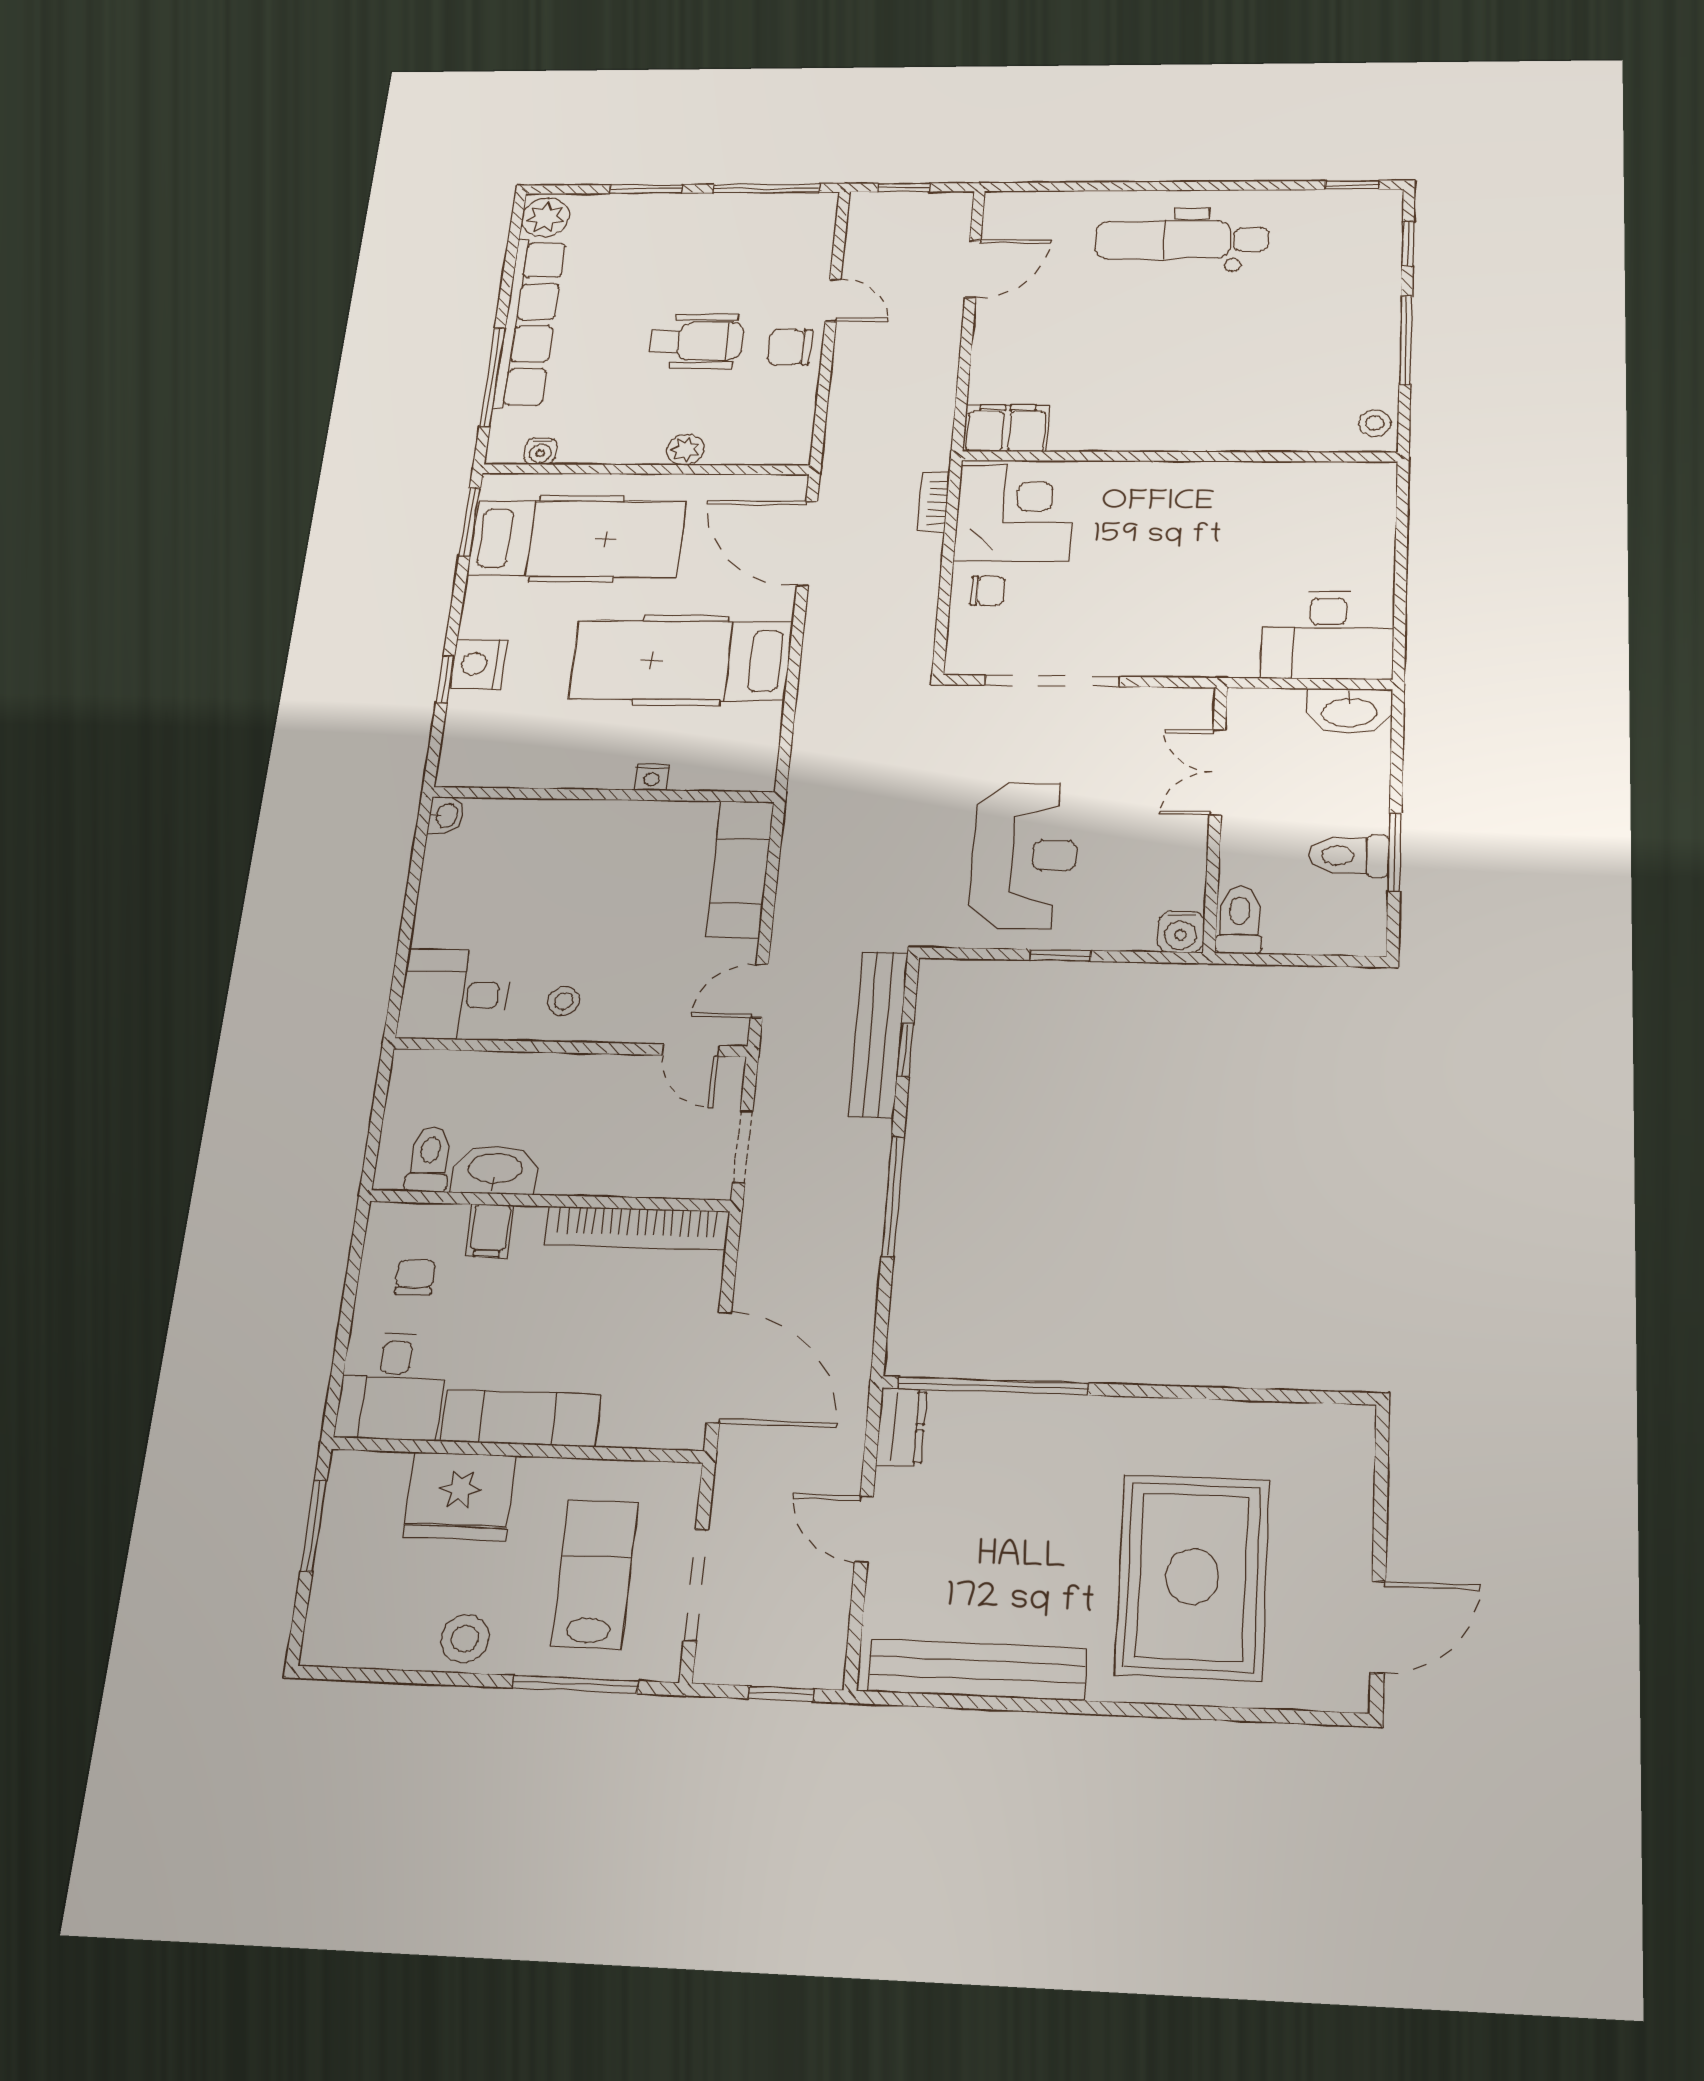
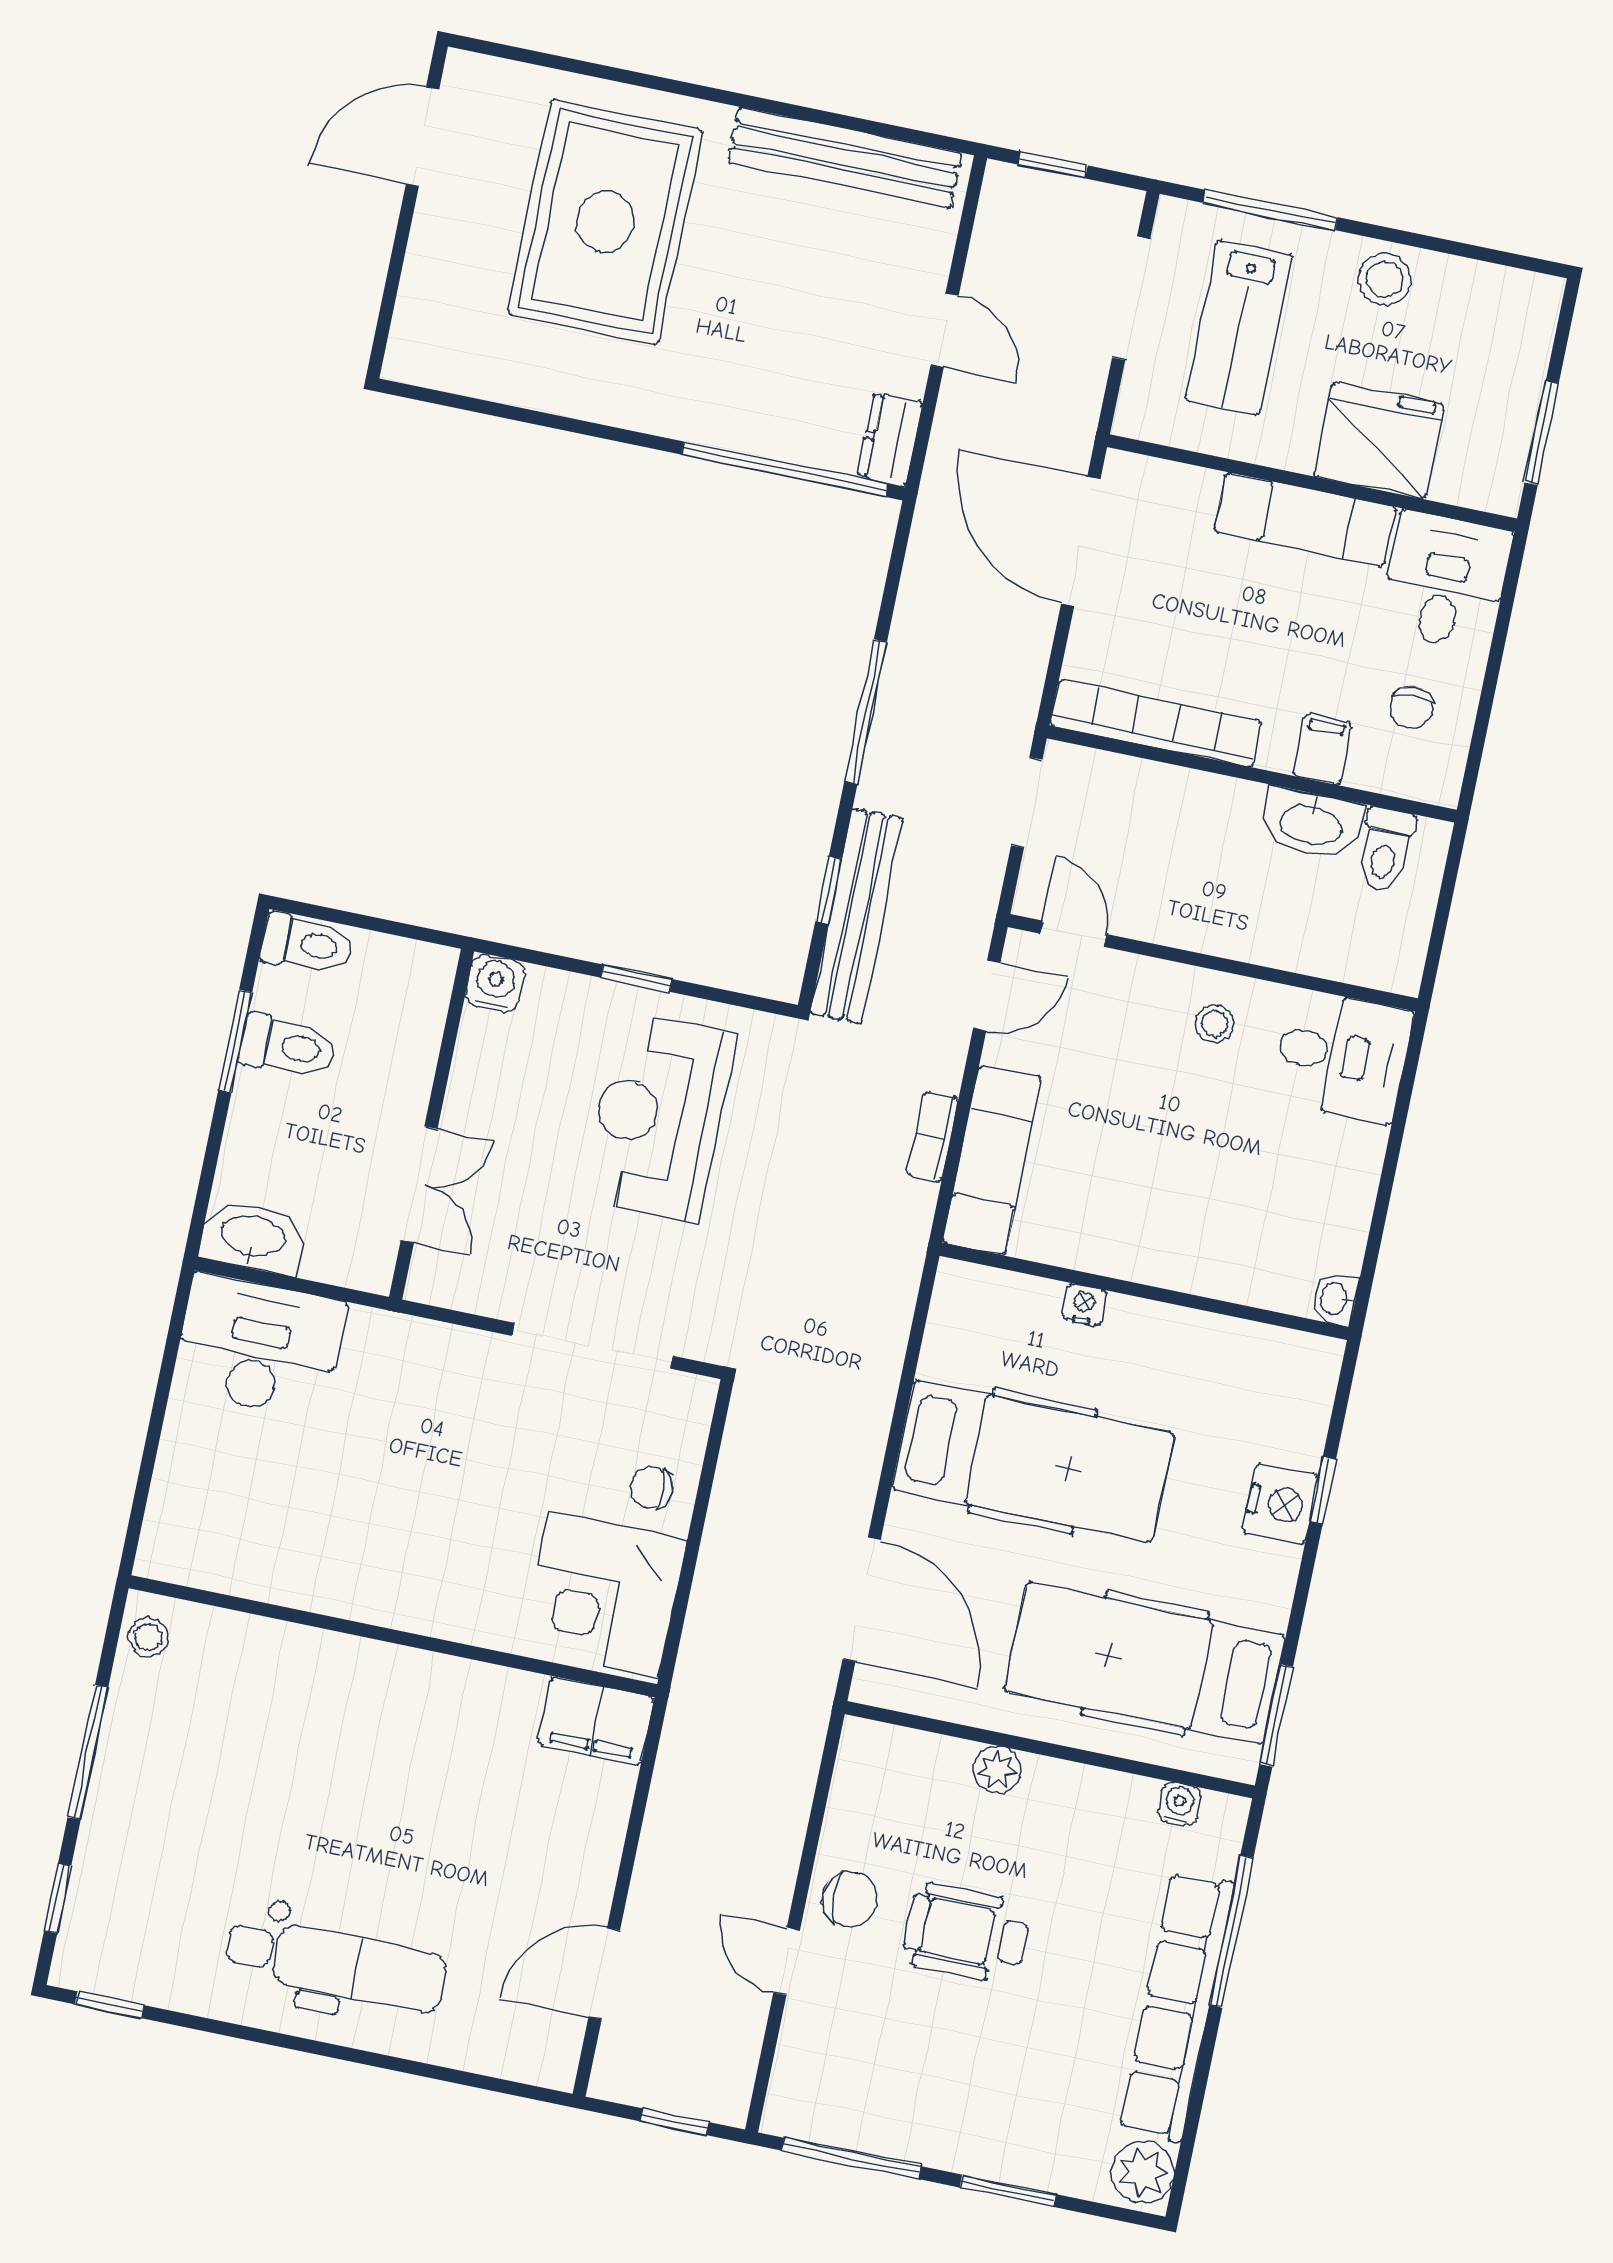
bookcase: (933, 502) -> (933, 1137), moved, turned 180
toilet: (1239, 920) -> (307, 944), moved, turned -90

